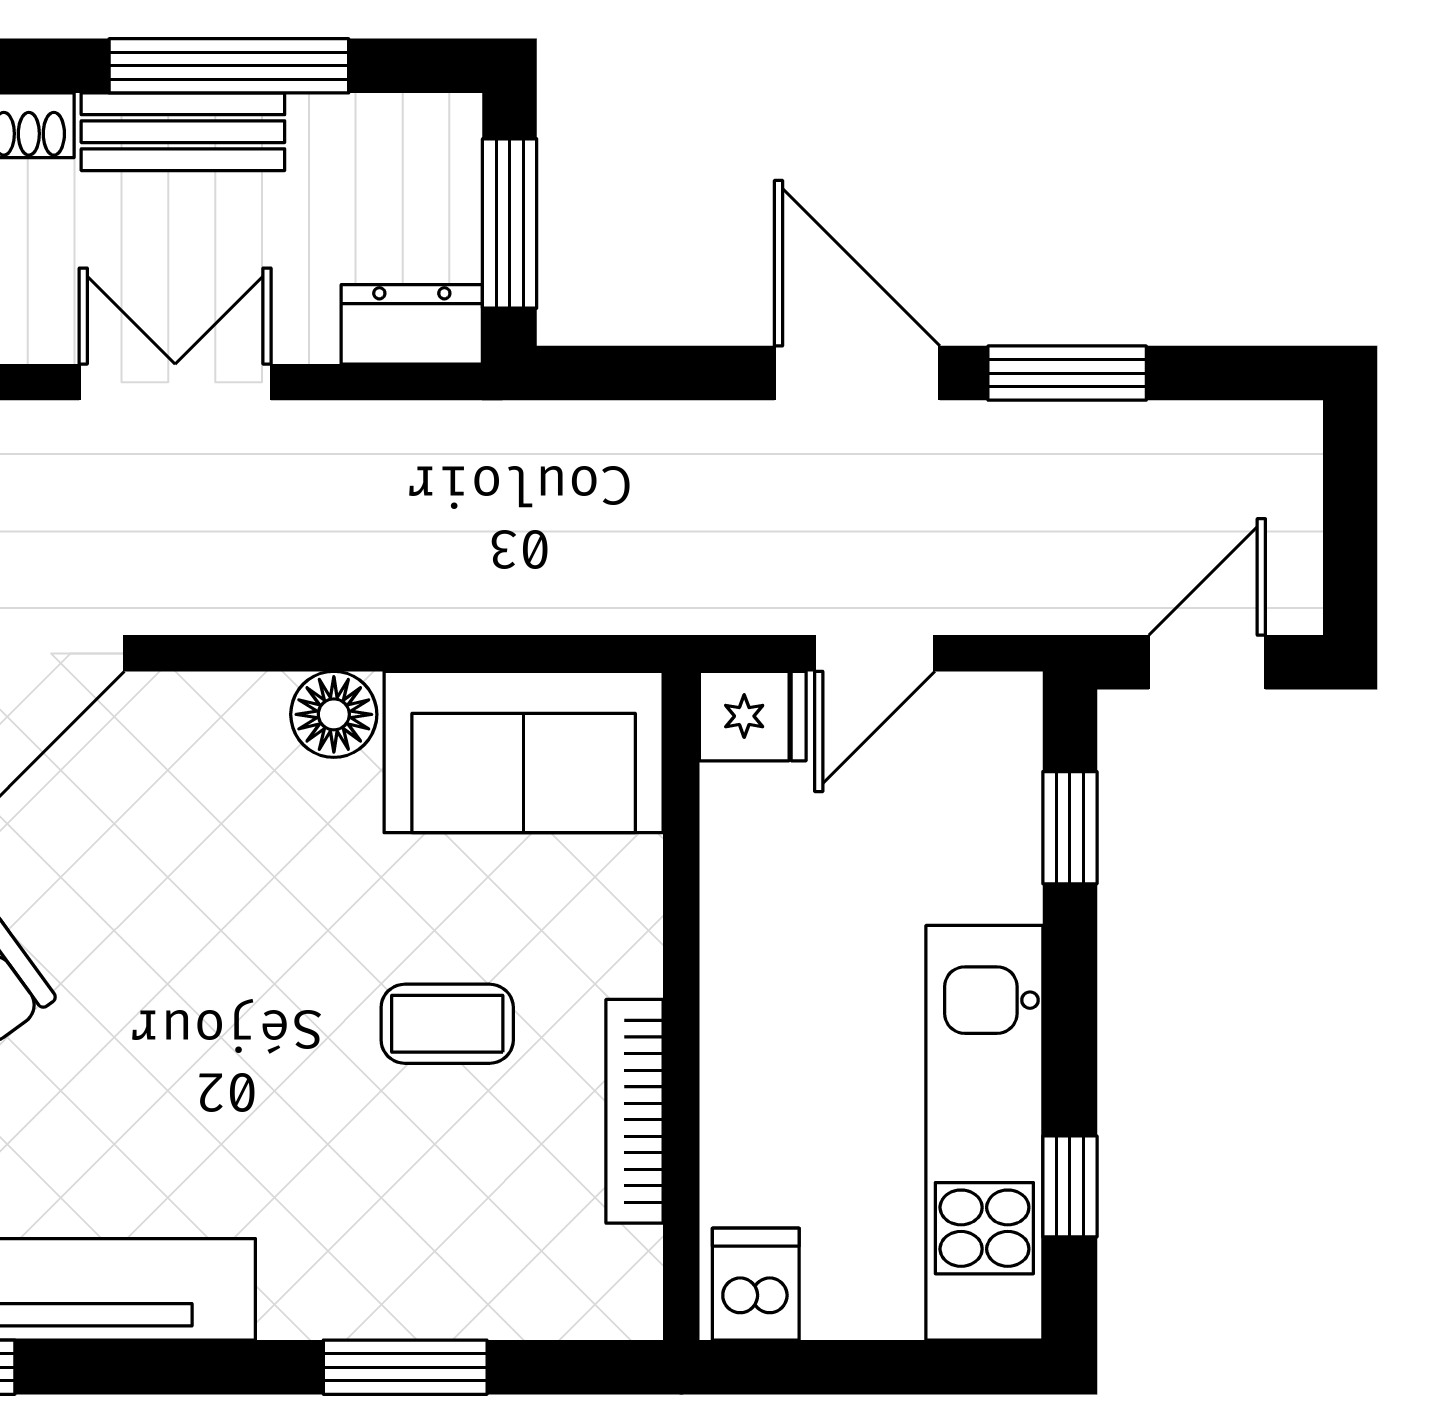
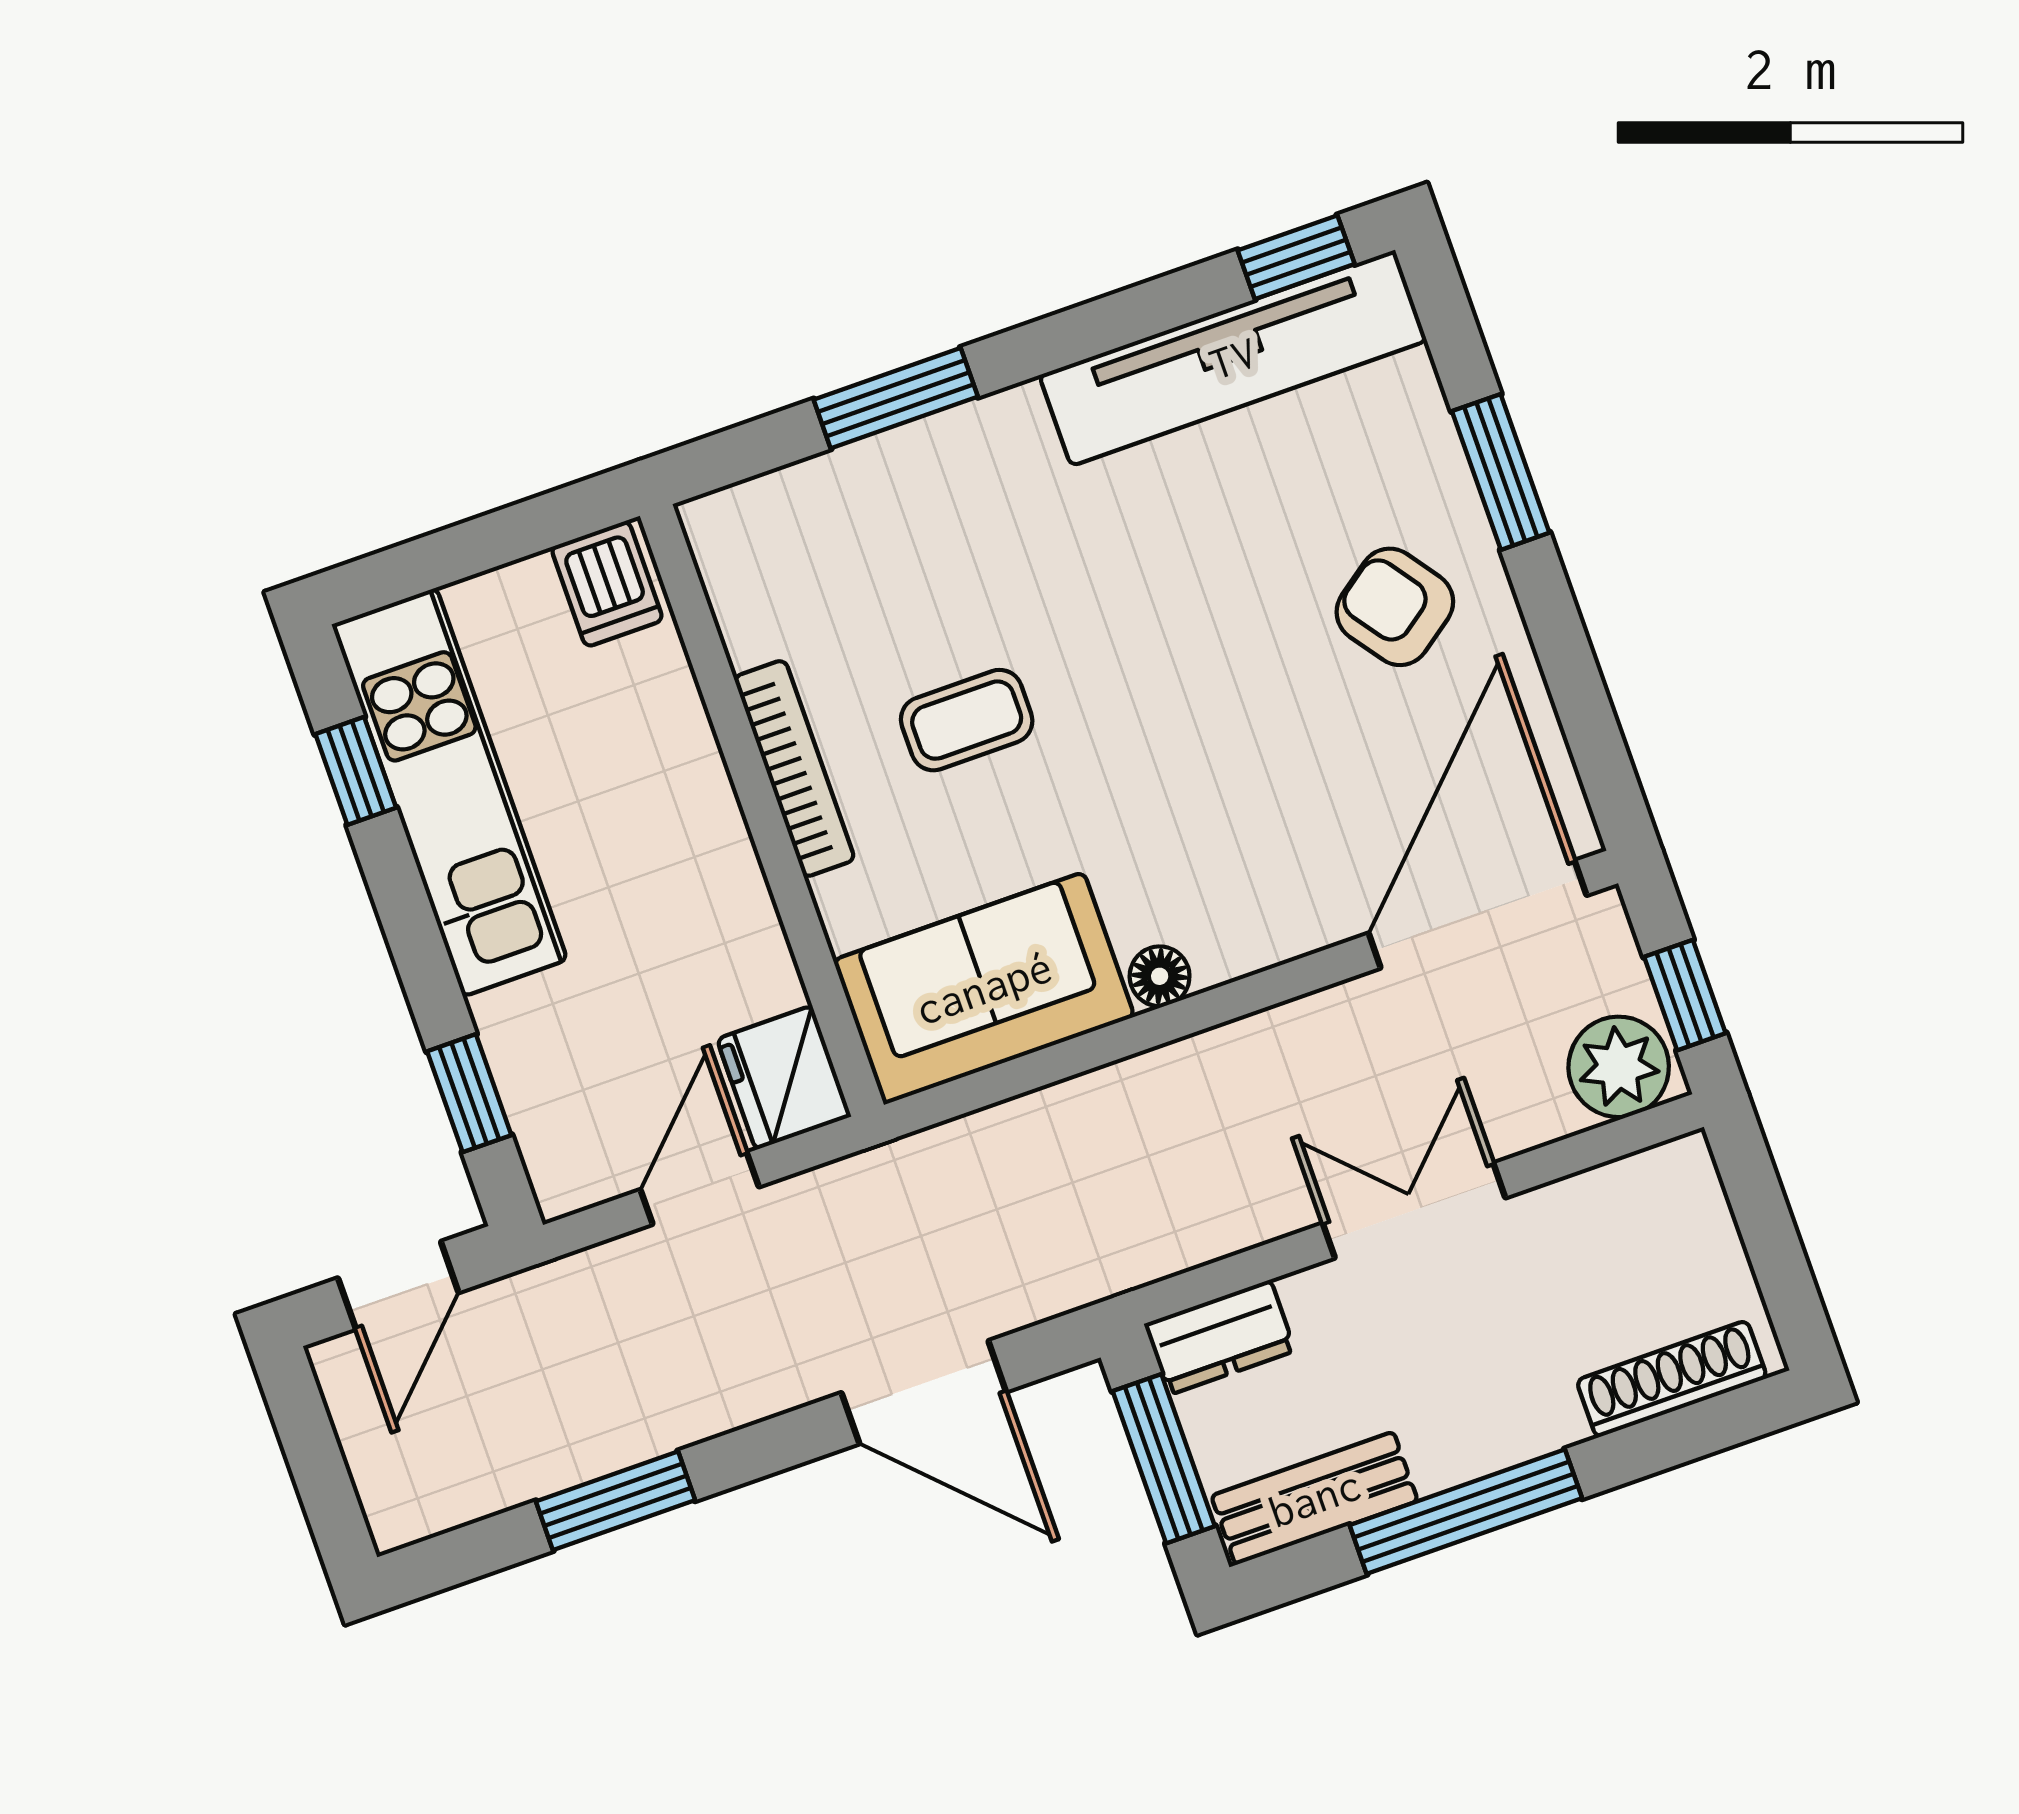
bench: (183, 132) -> (1315, 1498), moved
door: (857, 373) -> (924, 1392), moved
double door: (175, 382) -> (1414, 1210), swing flipped
floor lamp: (334, 714) -> (1160, 976), width x0.73, depth x0.73
fridge: (753, 716) -> (784, 1078), width x1.38
bookcase: (635, 1111) -> (794, 768), moved

